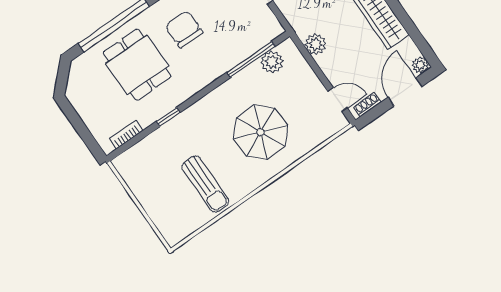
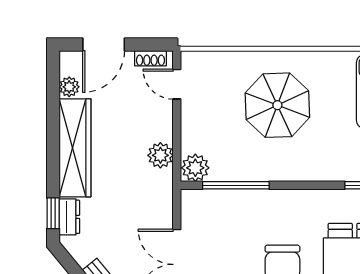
plant: (272, 62) -> (195, 168), moved
plant: (420, 65) -> (69, 87), moved

